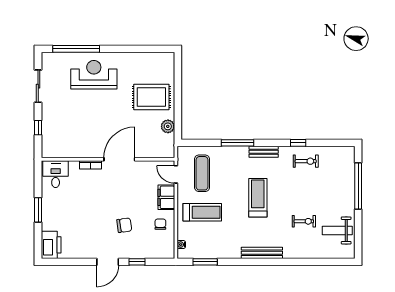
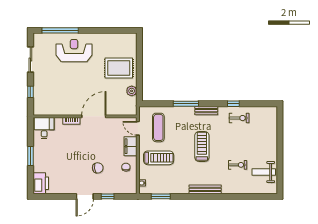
window: (358, 186) -> (280, 137), removed

